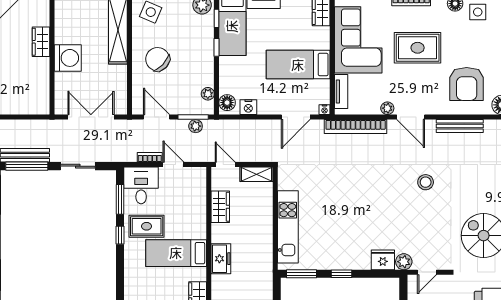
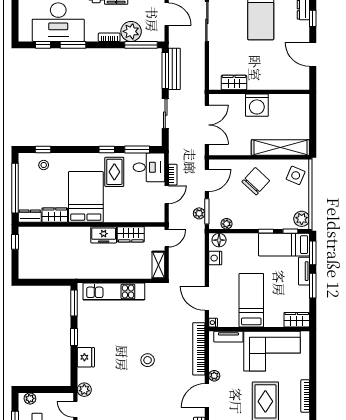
wardrobe: (41, 42) -> (234, 82), moved
stool: (426, 182) -> (148, 360), moved
bed: (176, 253) -> (86, 197), width x1.50
freezer: (221, 259) -> (104, 235), moved
fridge: (383, 260) -> (86, 357), moved

